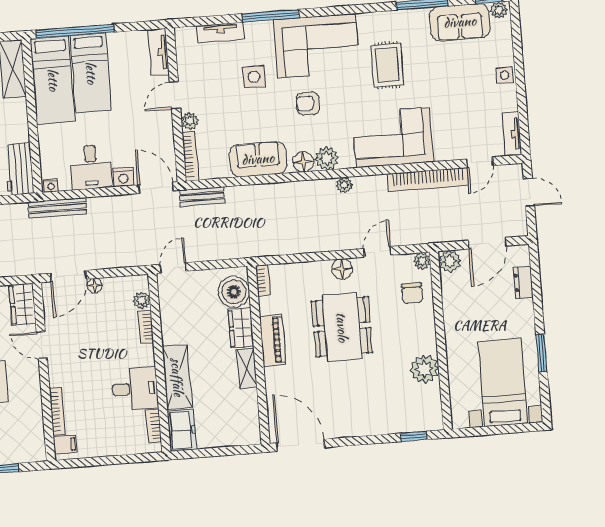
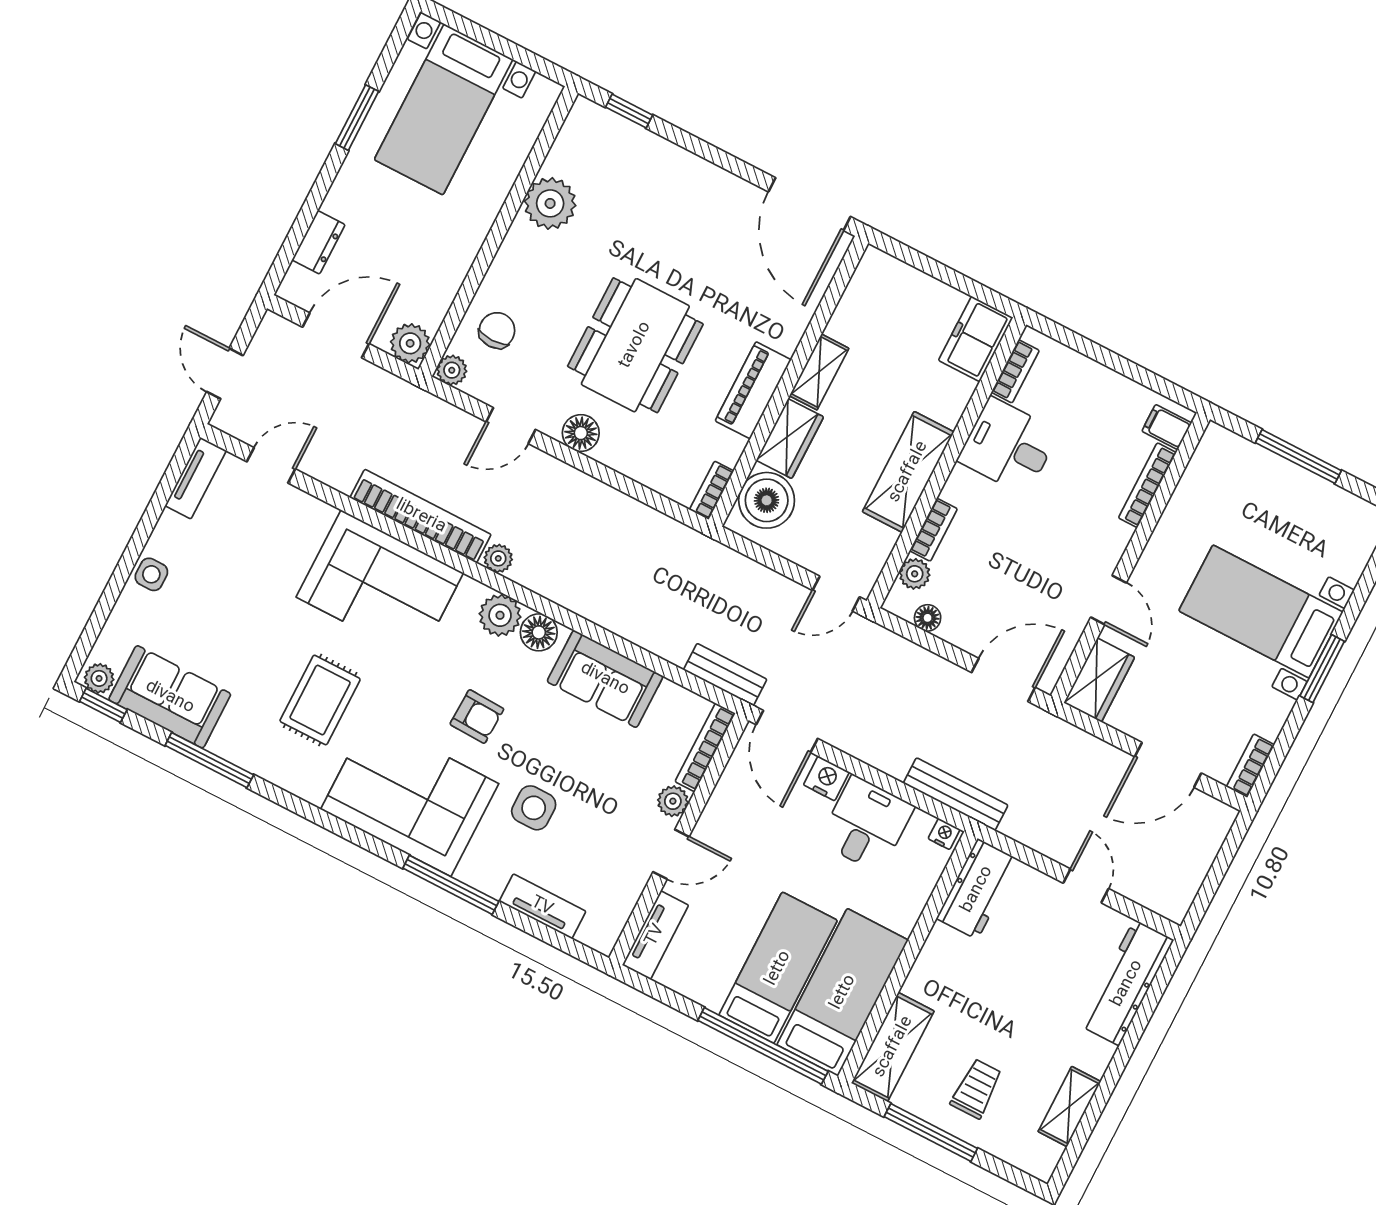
bookcase: (428, 180) -> (421, 516), moved
floor lamp: (95, 286) -> (928, 618), moved
shelving: (177, 377) -> (908, 472), moved

